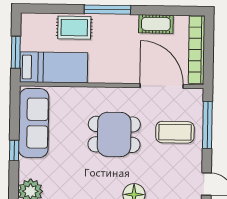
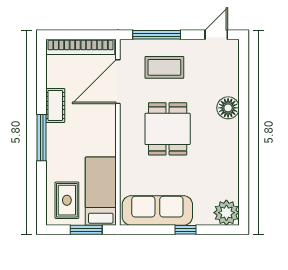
cot: (156, 24) -> (55, 105), moved
rug: (74, 28) -> (67, 200), moved
coffee table: (175, 132) -> (164, 67), turned 90

